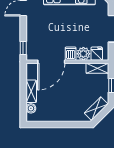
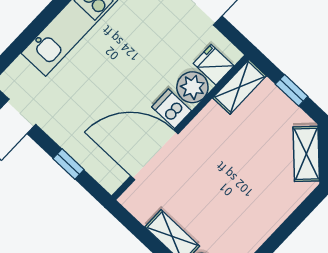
window: (23, 48) -> (69, 164), moved
door: (51, 62) -> (154, 155), swing flipped

